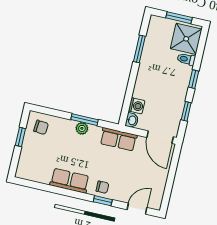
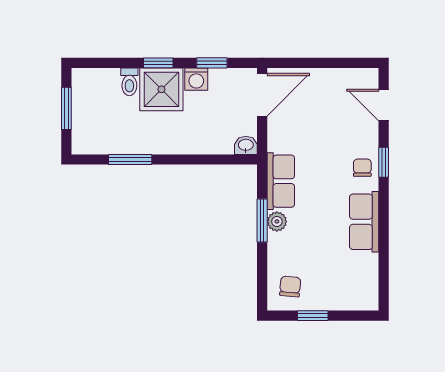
shower: (186, 39) -> (161, 89), moved
washing machine: (137, 106) -> (196, 79), moved, turned 180
row of seats: (118, 139) -> (281, 181), moved

